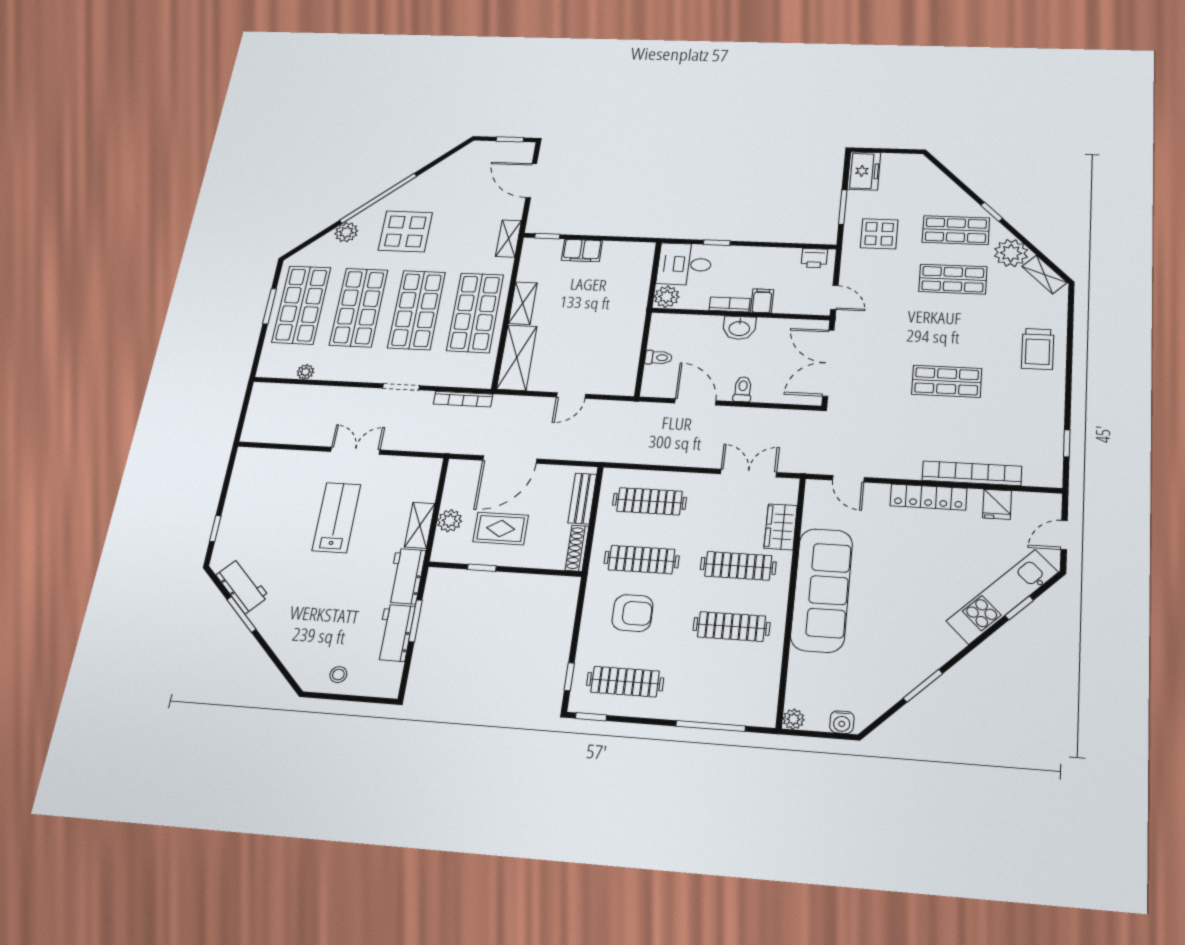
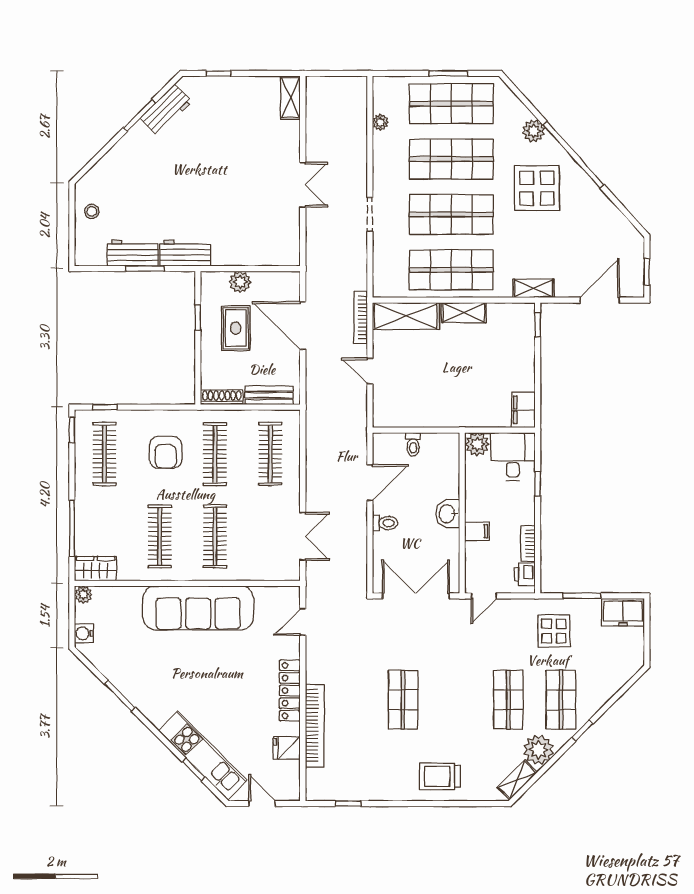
filing cabinet: (582, 250) -> (523, 410), moved
bookcase: (730, 304) -> (528, 543), moved, turned 180
bookcase: (463, 399) -> (361, 317), moved
lab bench: (336, 517) -> (236, 181), removed
shelving: (420, 525) -> (290, 98), moved, turned 90
wardrobe: (781, 527) -> (95, 569), moved

